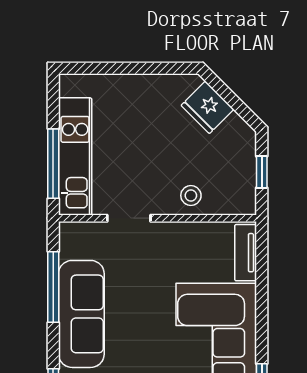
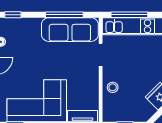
sofa: (81, 314) -> (70, 30), moved

